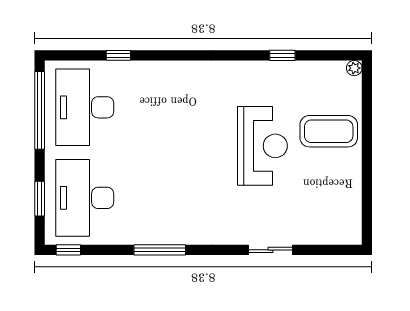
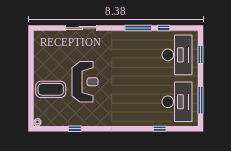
window: (40, 110) -> (200, 100), width x0.68
reception desk: (262, 146) -> (85, 82), turned 180
window: (68, 250) -> (164, 28), moved
sliding door: (271, 250) -> (81, 28), width x1.37

